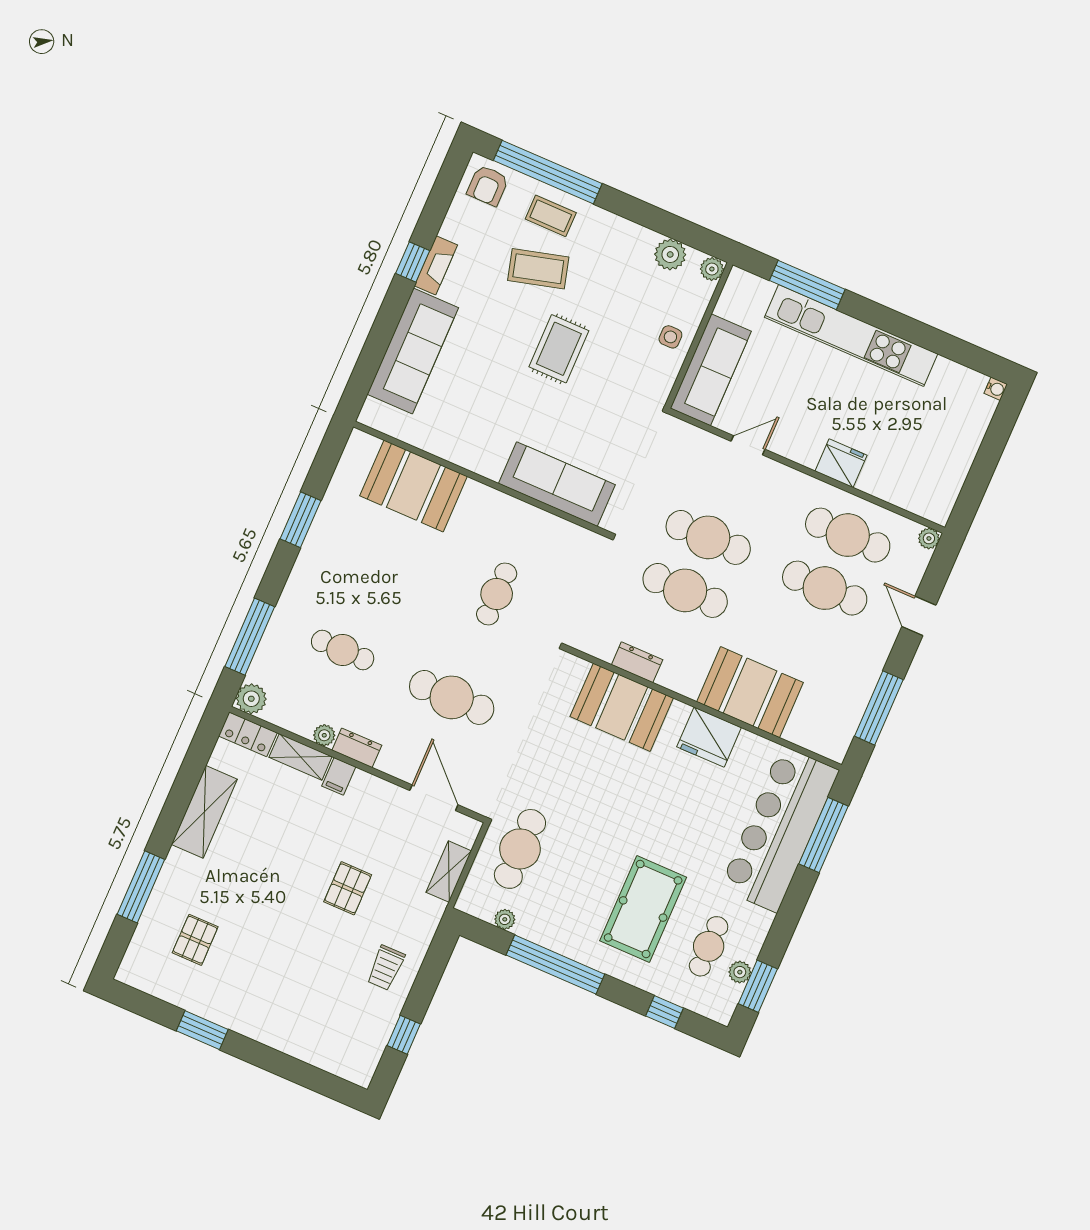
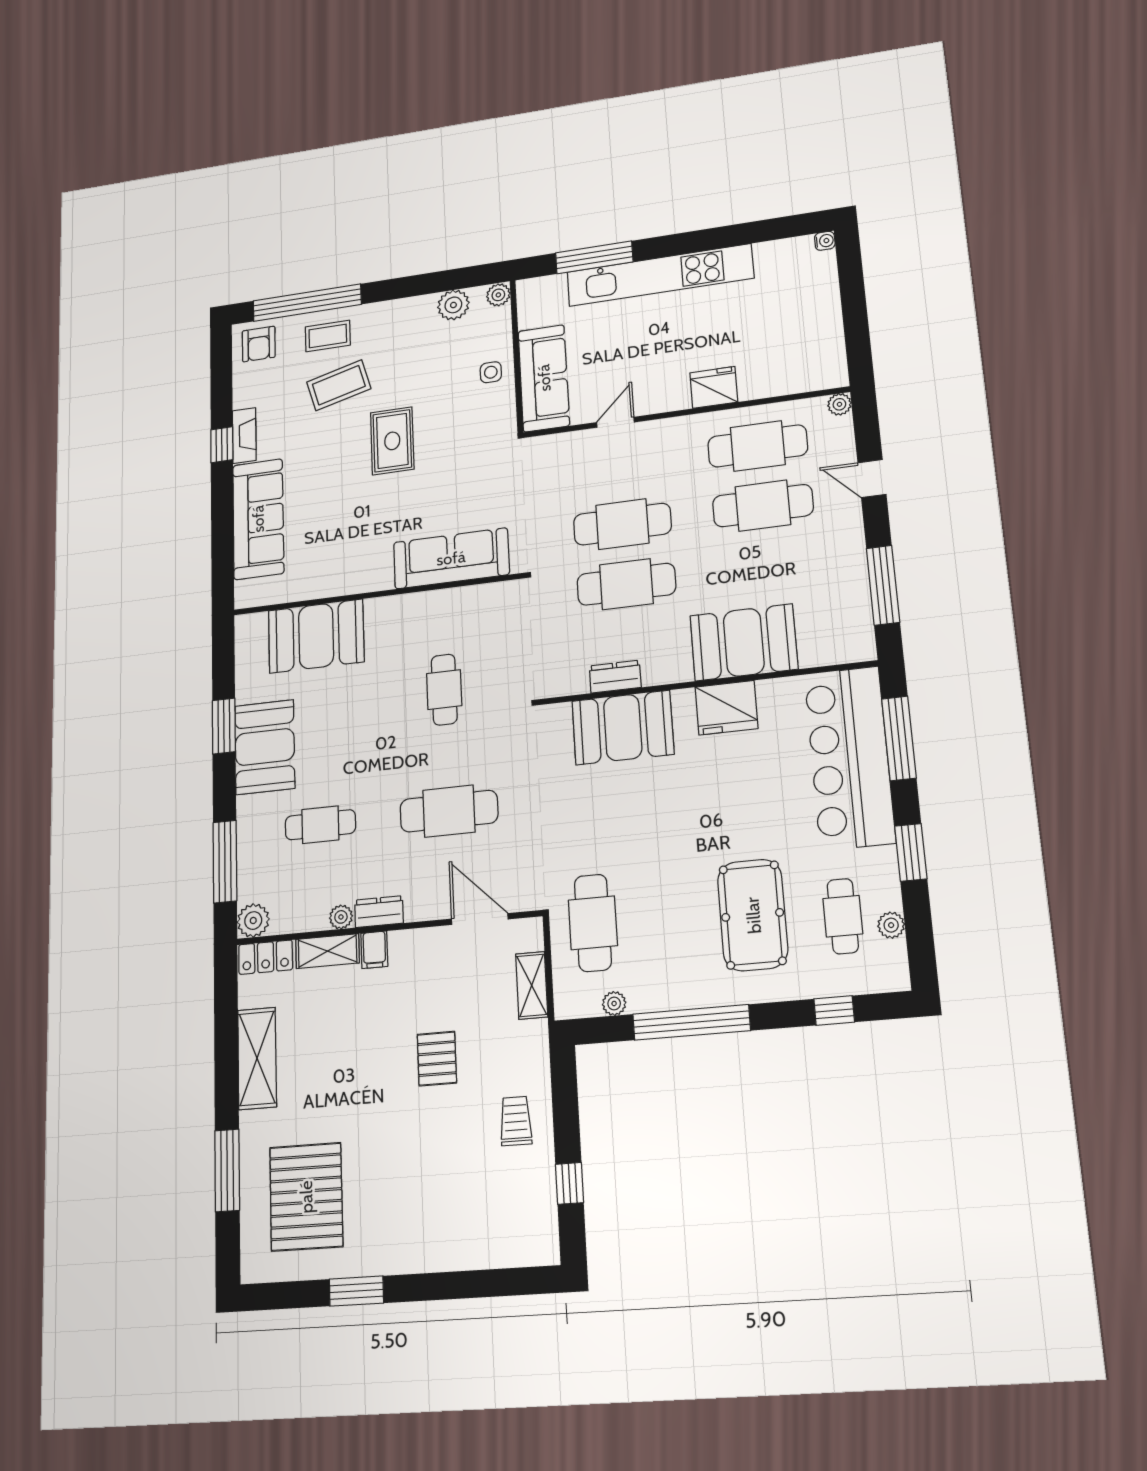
booth: (327, 558) -> (265, 747), added
pallet: (195, 940) -> (306, 1197), width x2.05, depth x2.00
trolley: (386, 968) -> (516, 1121), turned 180
window: (758, 986) -> (911, 852), moved

